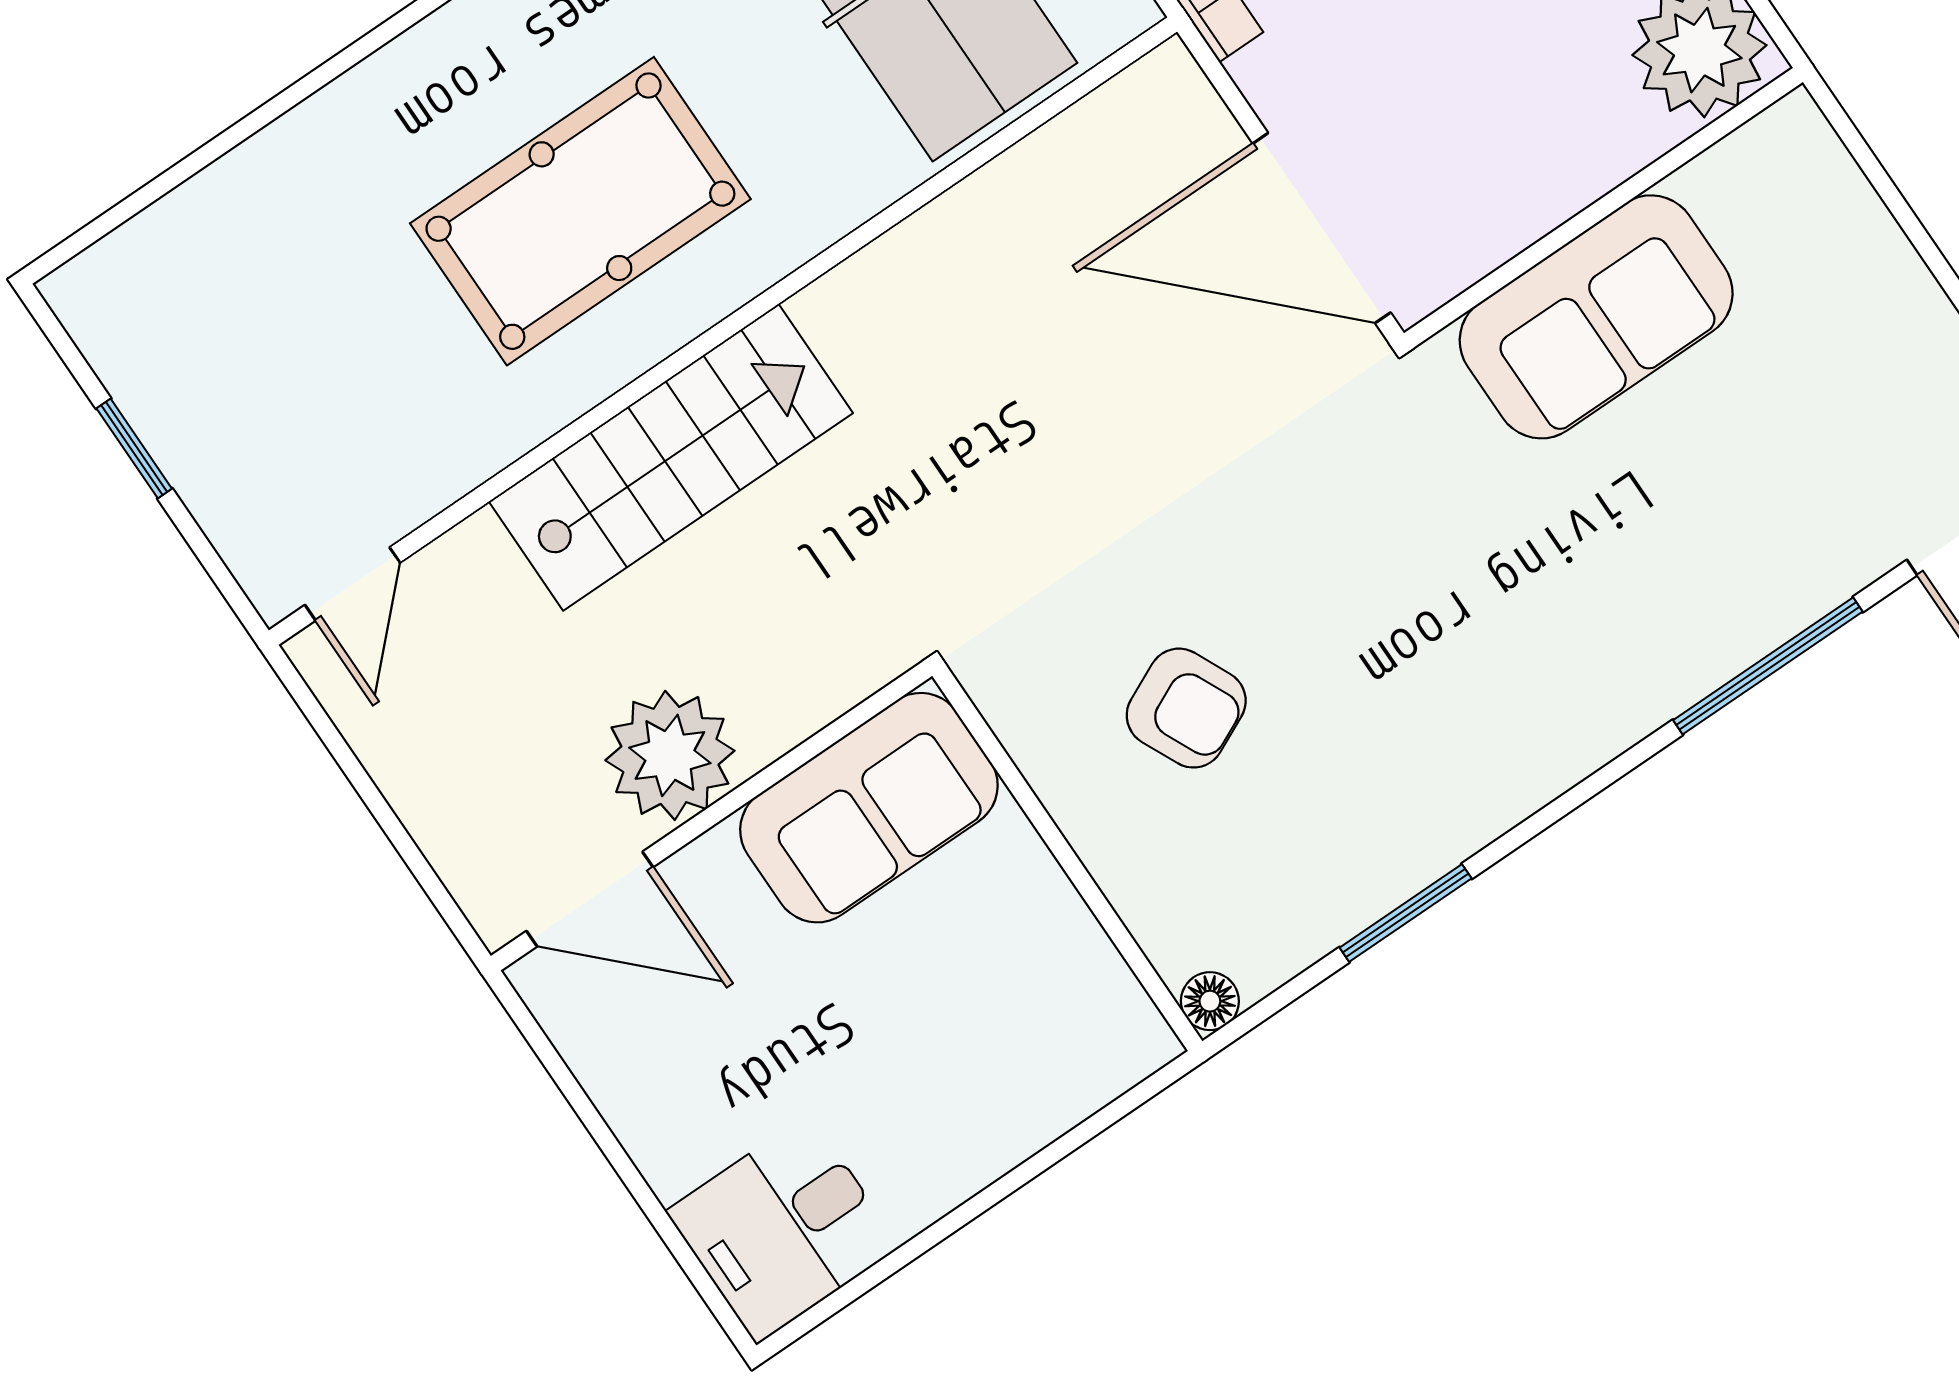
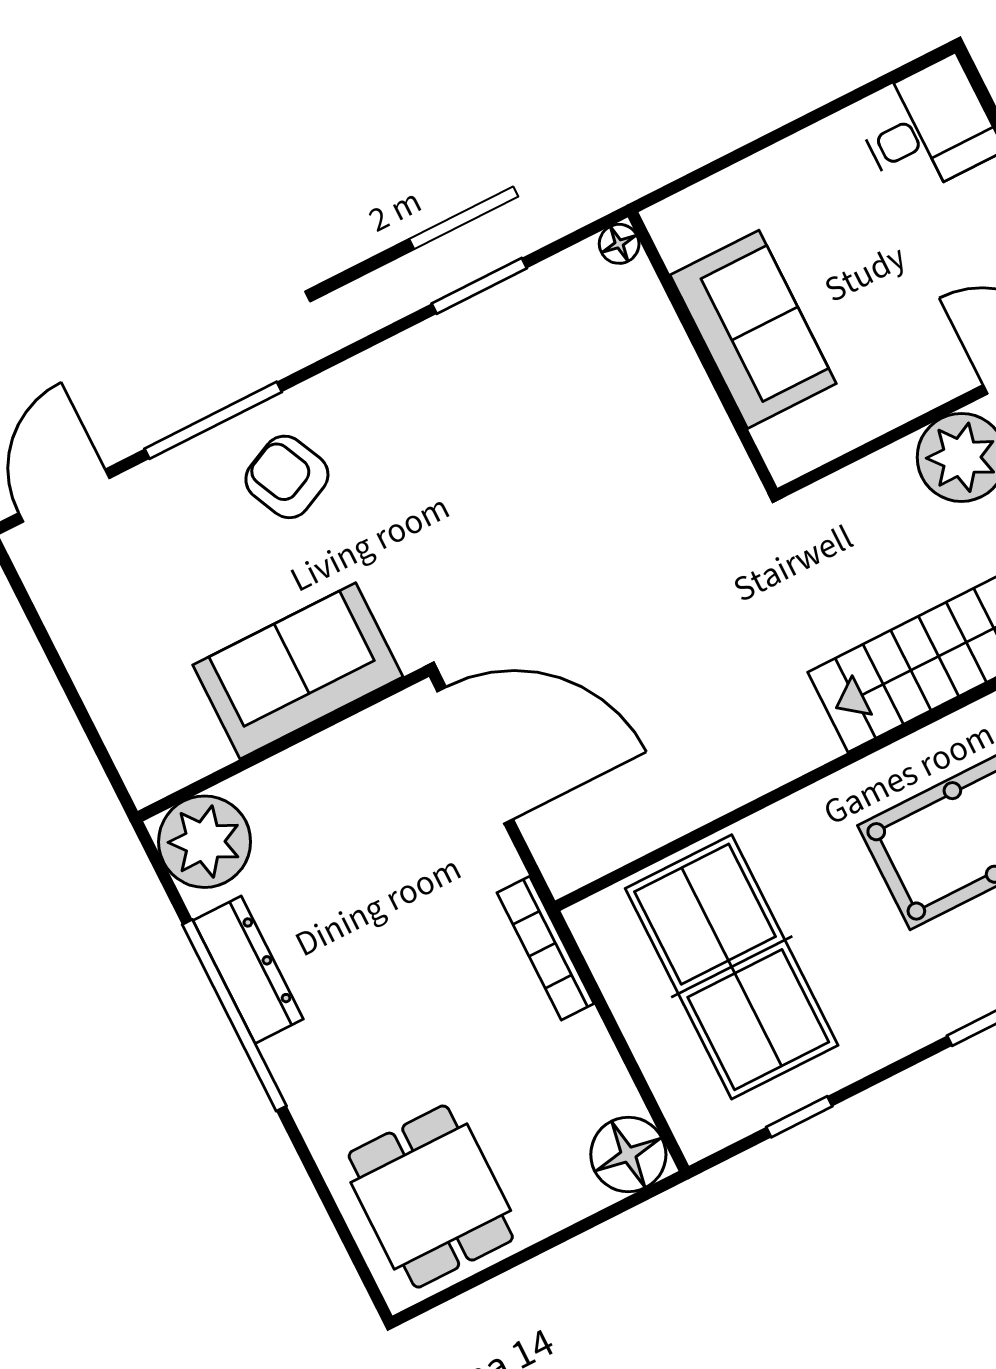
armchair: (1186, 708) -> (287, 477), moved
sofa: (869, 808) -> (753, 329), moved, turned 90

